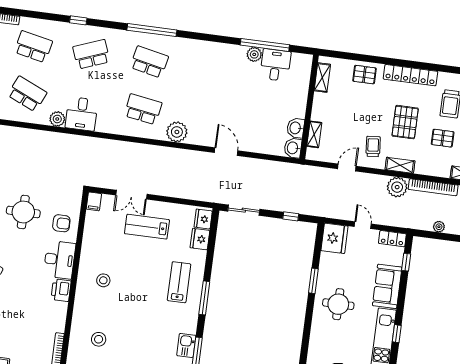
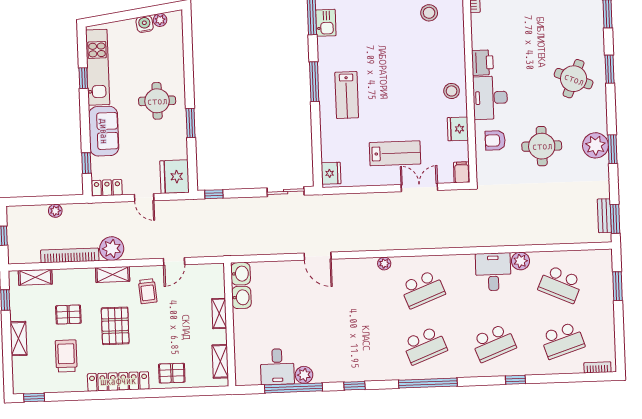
window: (214, 38) -> (354, 386), added
school desk: (33, 47) -> (563, 340), turned -30
school desk: (149, 62) -> (425, 345), turned -33
school desk: (143, 109) -> (423, 289), turned -30
plant: (177, 132) -> (384, 264), width x0.53, depth x0.53
shelving: (314, 134) -> (219, 313), moved
window: (291, 216) -> (214, 194), moved
fridge: (200, 239) -> (458, 129), moved, turned 180
stool: (103, 280) -> (452, 91), moved

